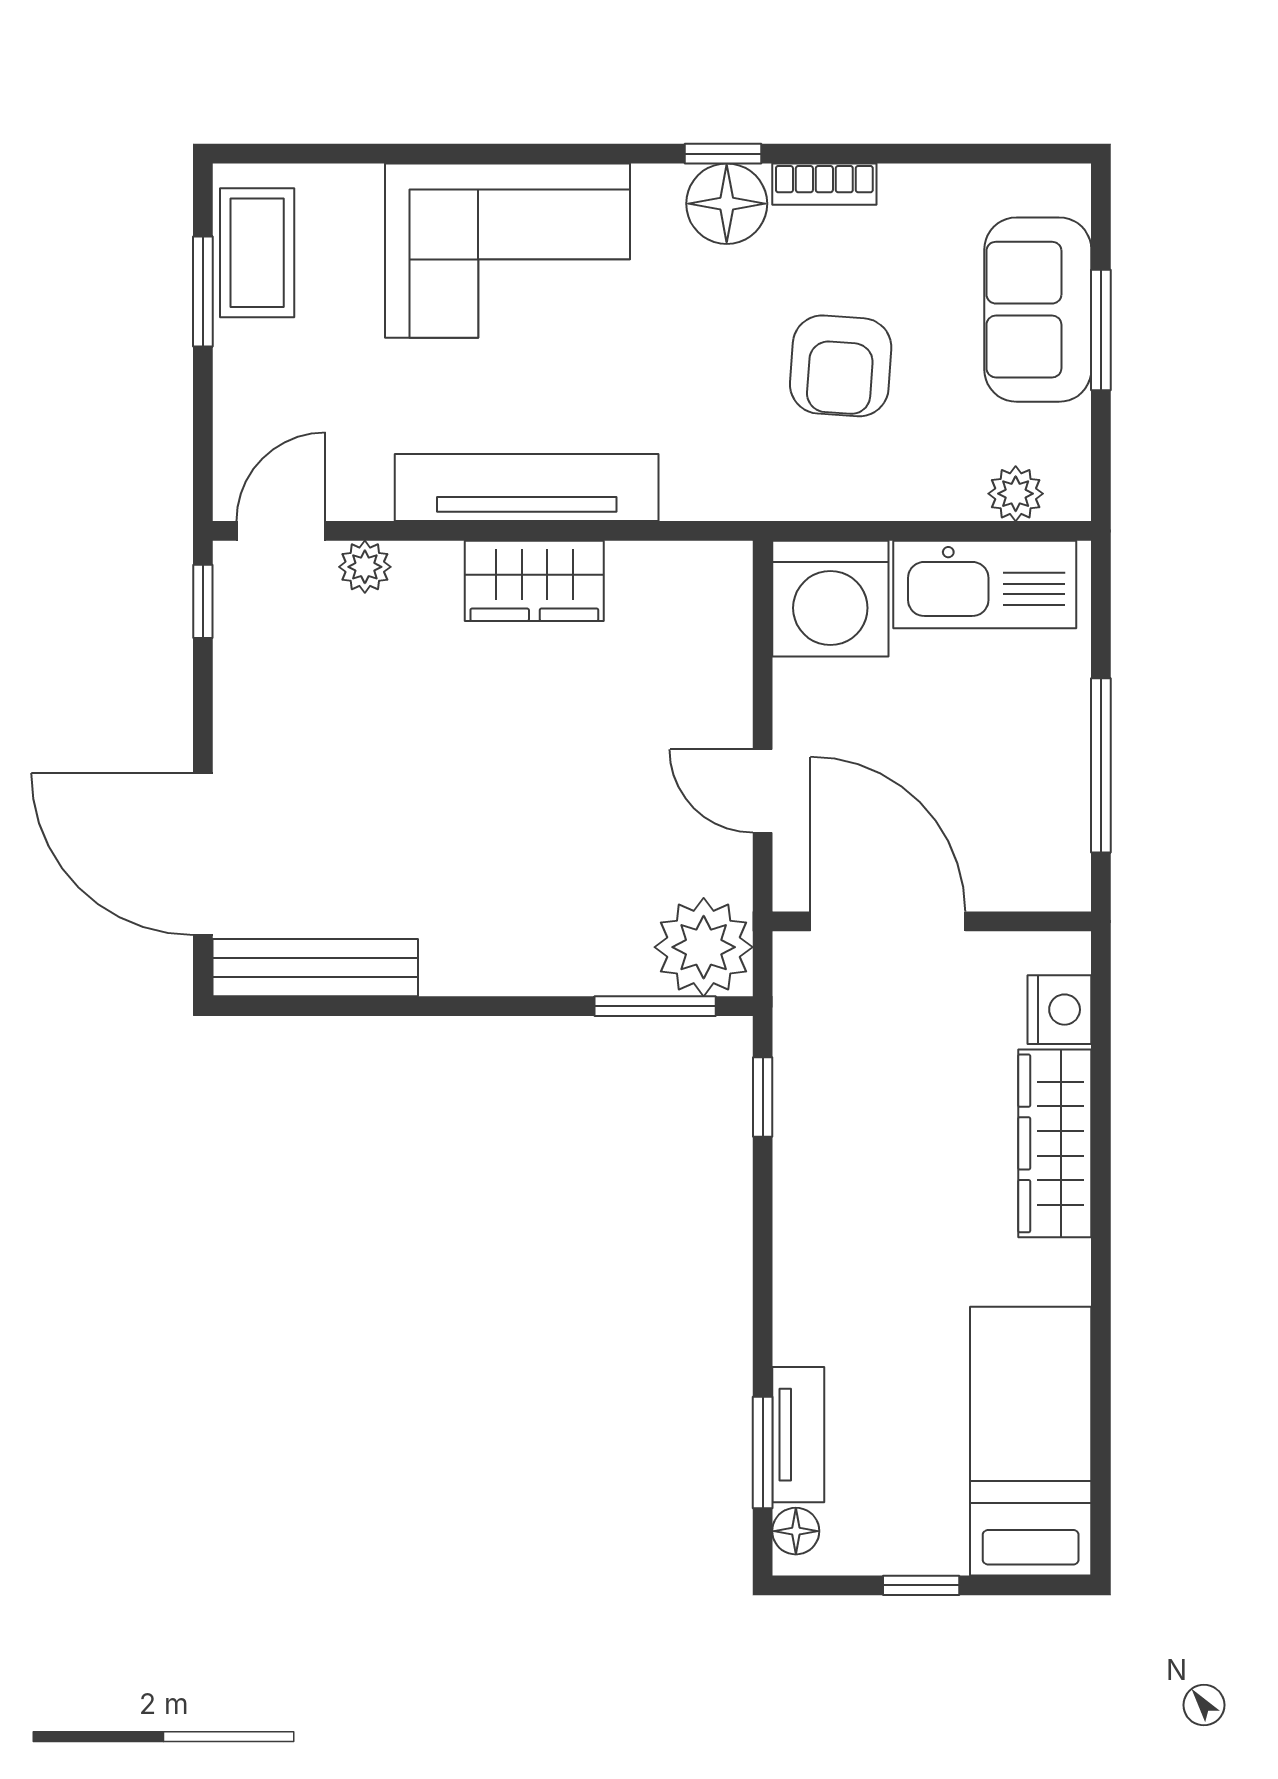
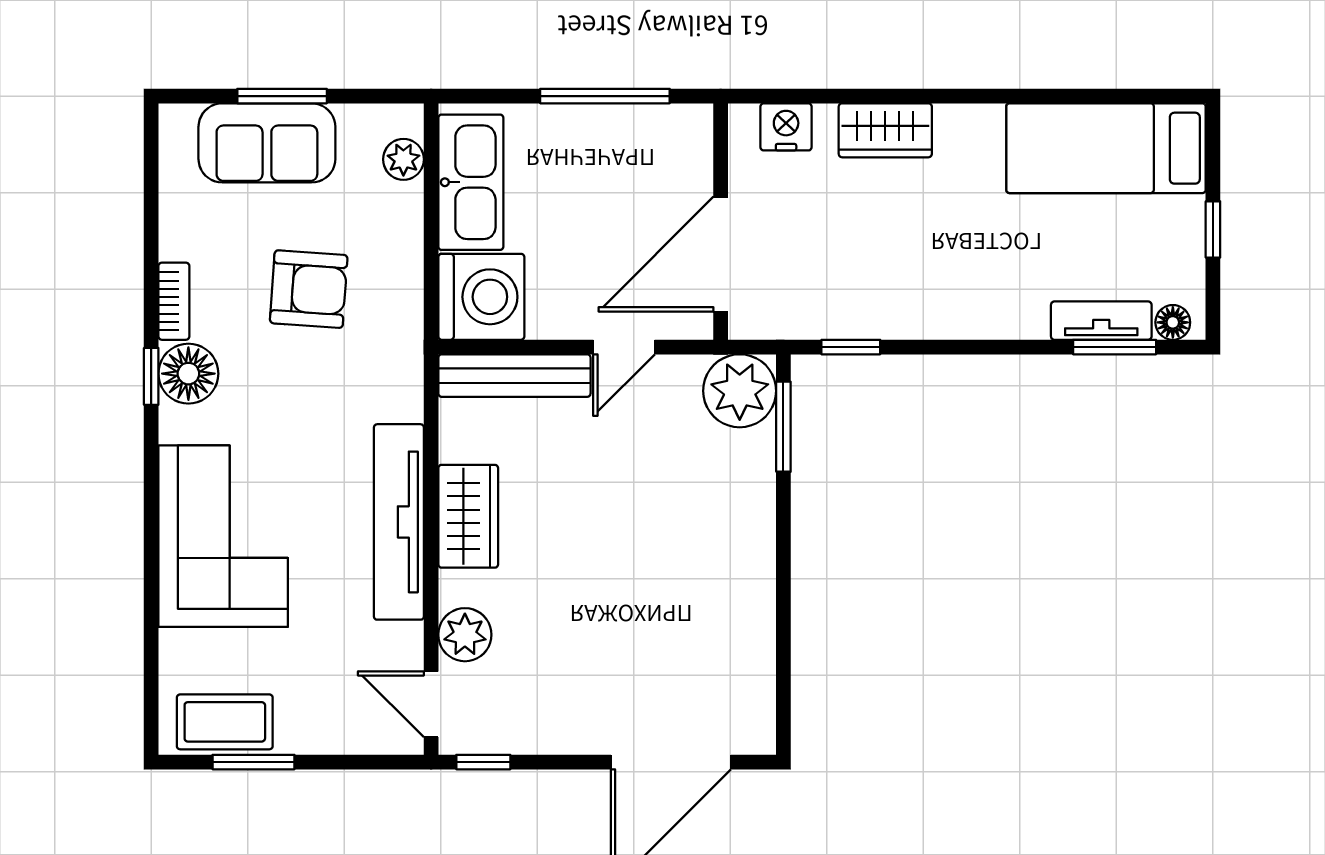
plant: (365, 567) -> (465, 635), width x1.38, depth x1.38
bench: (315, 968) -> (514, 376), moved, turned 90
wardrobe: (1055, 1143) -> (885, 130), width x0.67

